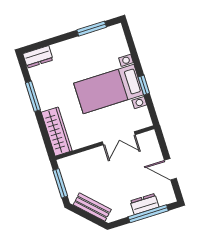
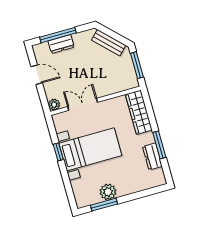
plant: (88, 43) -> (108, 192), added
dresser: (38, 57) -> (152, 156), moved, turned -90
plant: (150, 137) -> (54, 105), added

